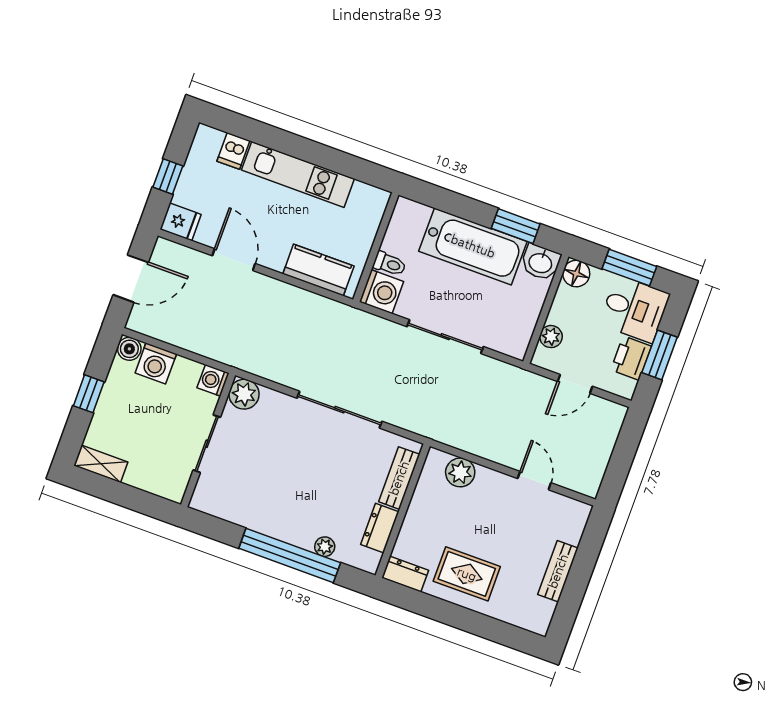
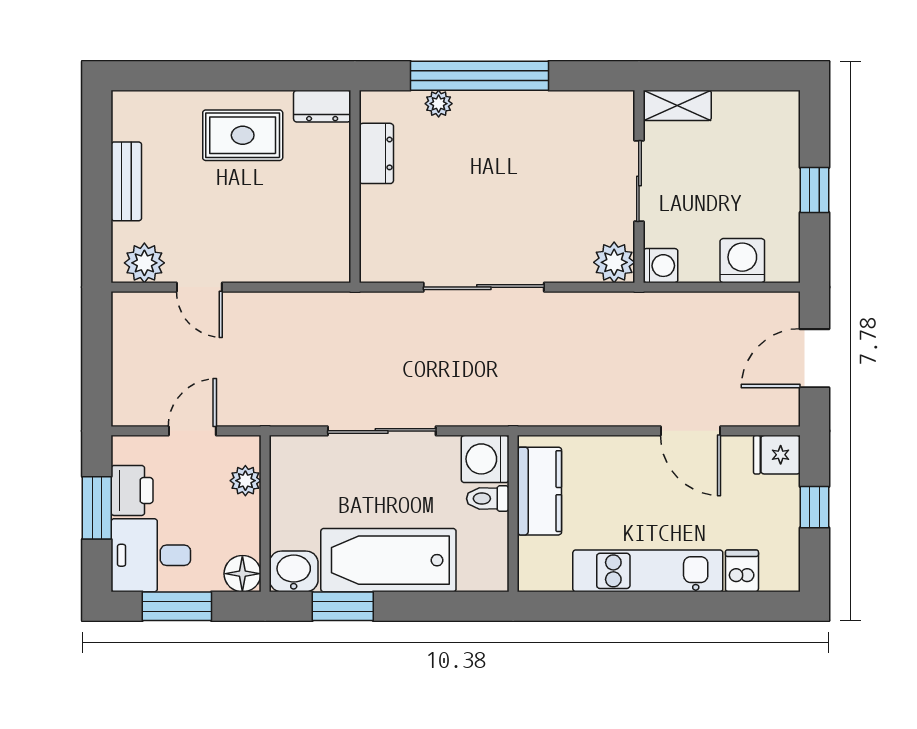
kitchen counter: (318, 270) -> (539, 491), moved, turned -90
boiler: (129, 349) -> (783, 267), removed
shelving: (101, 464) -> (677, 105), moved
plant: (460, 472) -> (144, 263), moved
bench: (399, 478) -> (375, 227), removed

